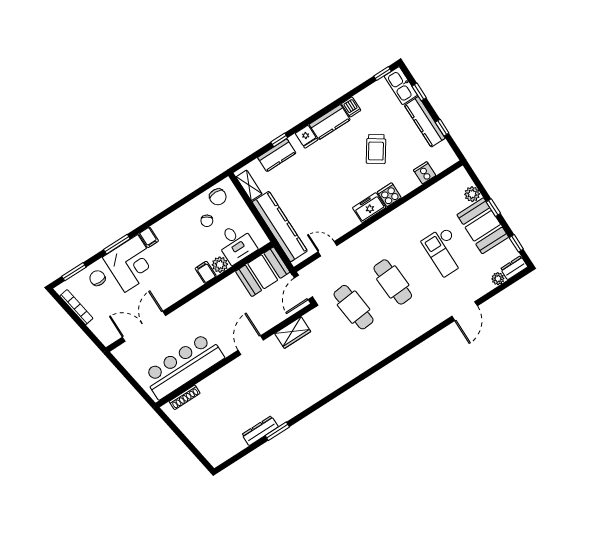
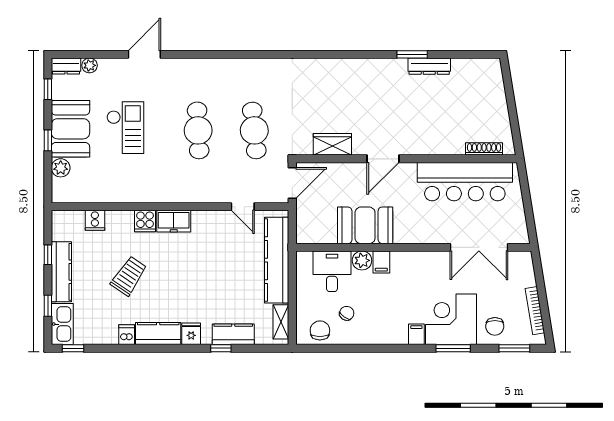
booth: (263, 272) -> (365, 225), moved

